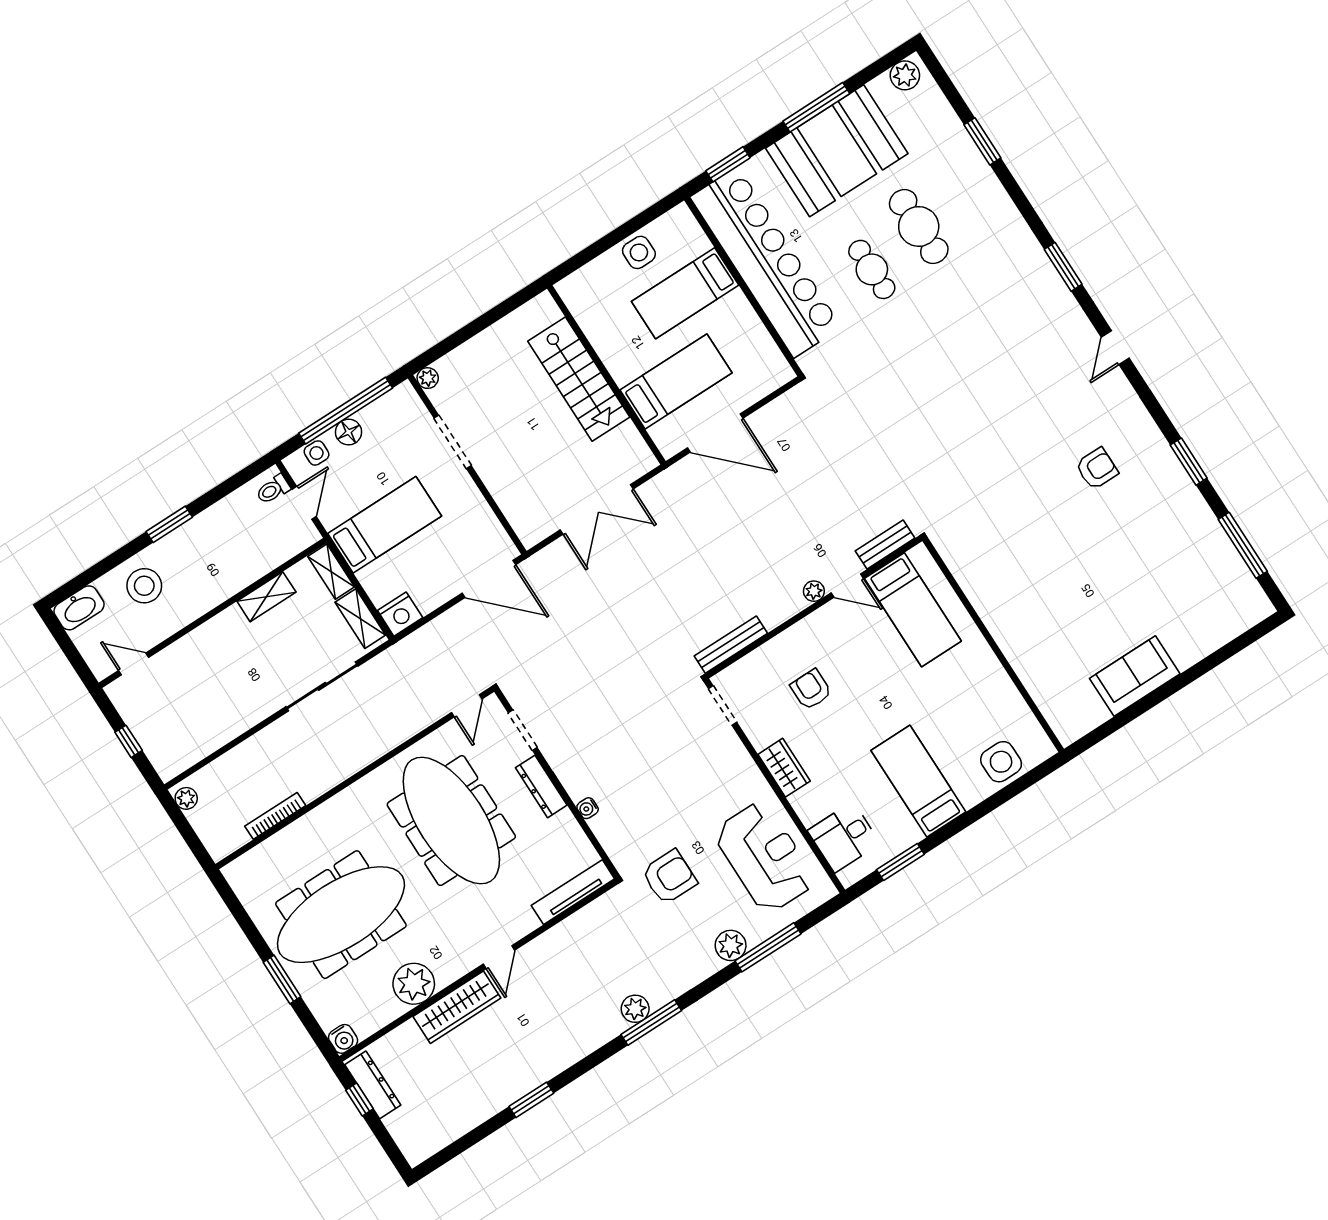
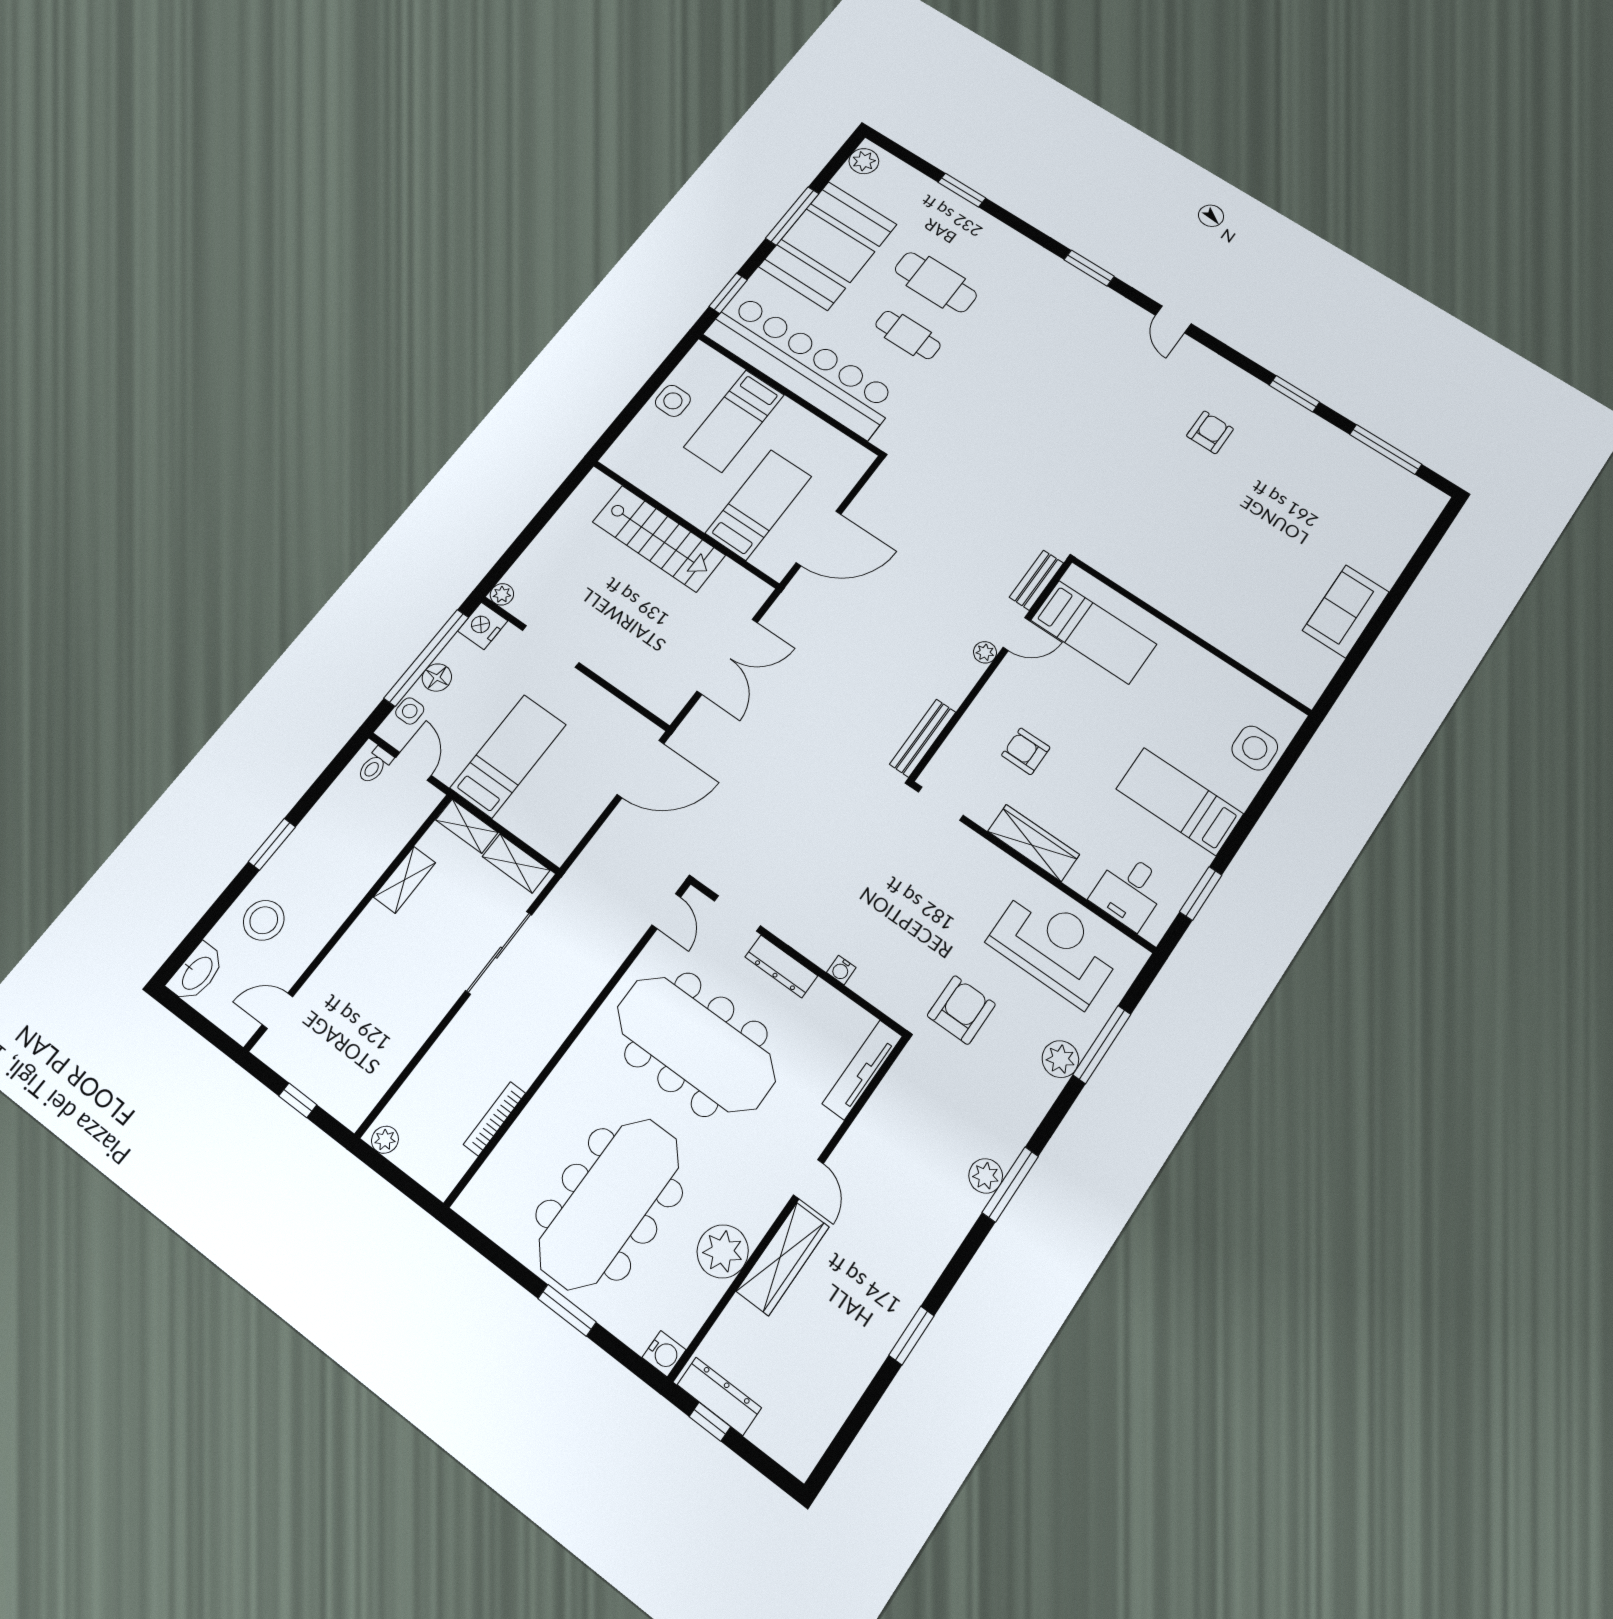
nightstand: (400, 614) -> (483, 626), moved, turned 180
wardrobe: (784, 768) -> (1034, 843), width x1.50

